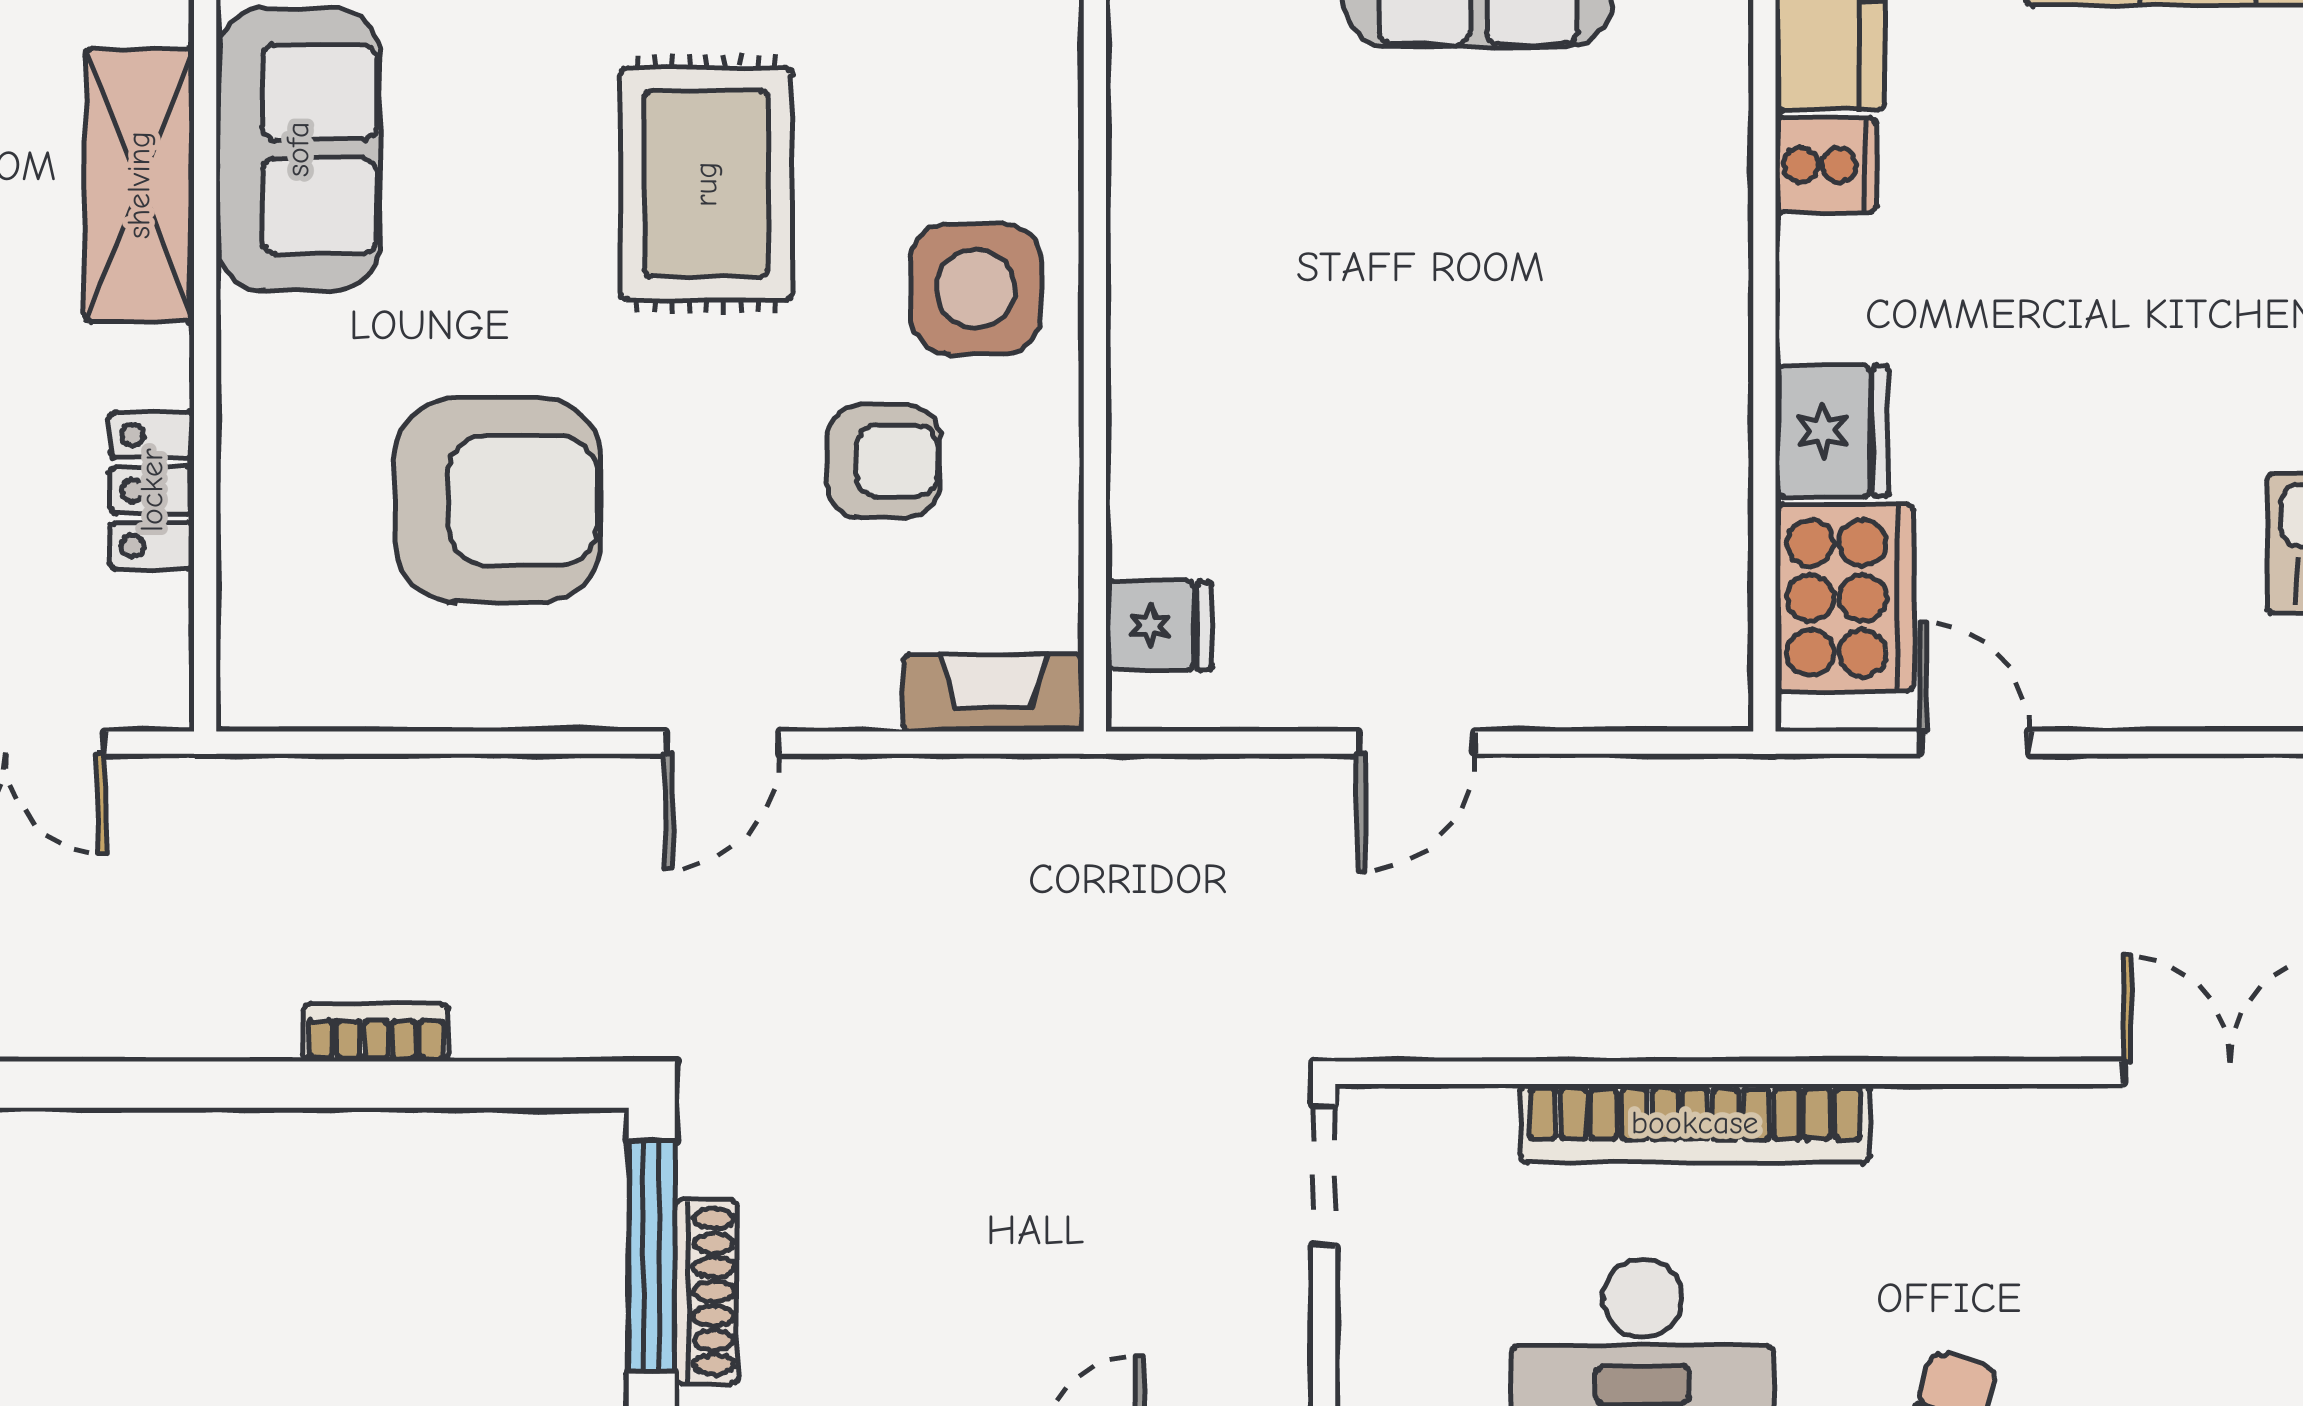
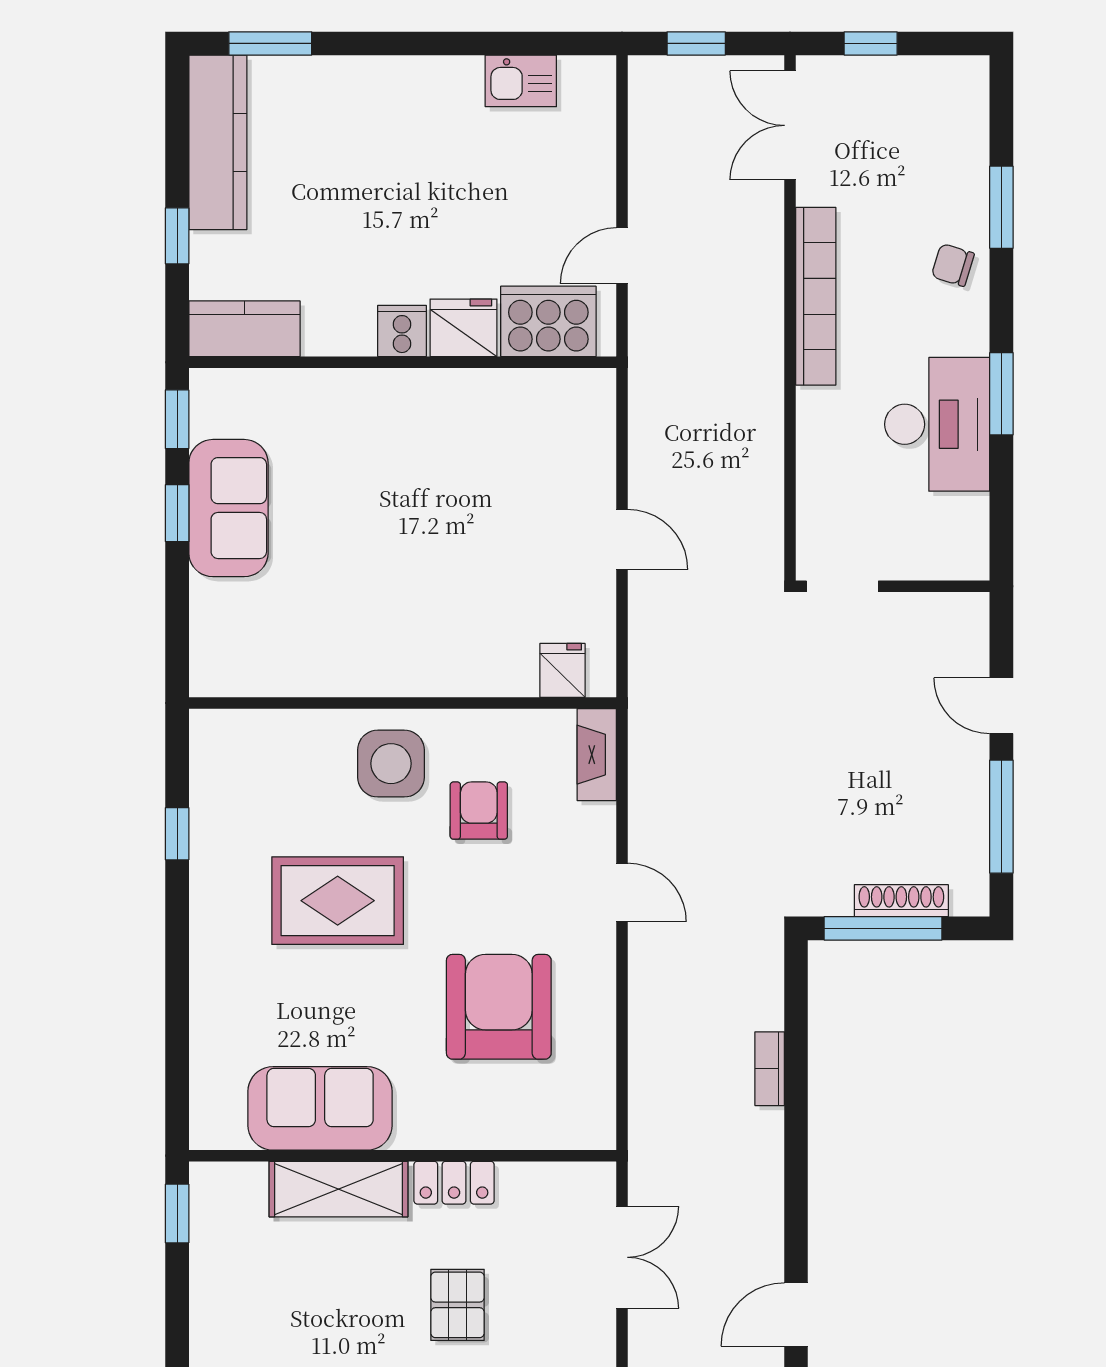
cooker: (1826, 165) -> (402, 331), moved
locker: (152, 490) -> (454, 1183), moved
bookcase: (1695, 1123) -> (816, 296), moved

